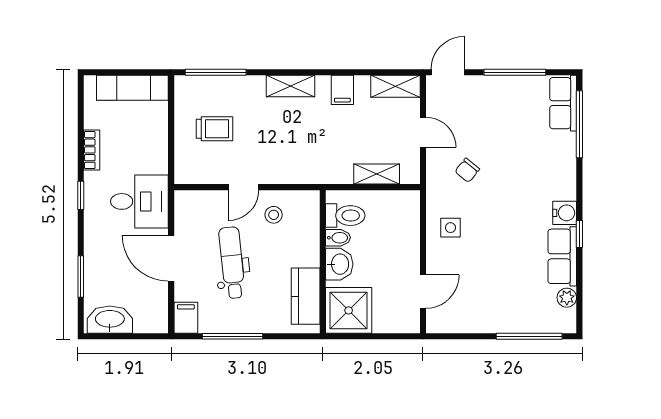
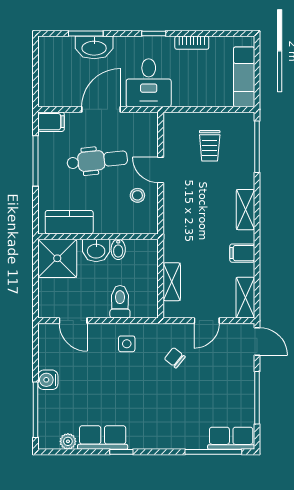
water cooler: (565, 213) -> (48, 380), moved, turned 90
toilet: (345, 216) -> (120, 302), moved, turned 180
washbasin: (110, 320) -> (94, 47), moved, turned 90

